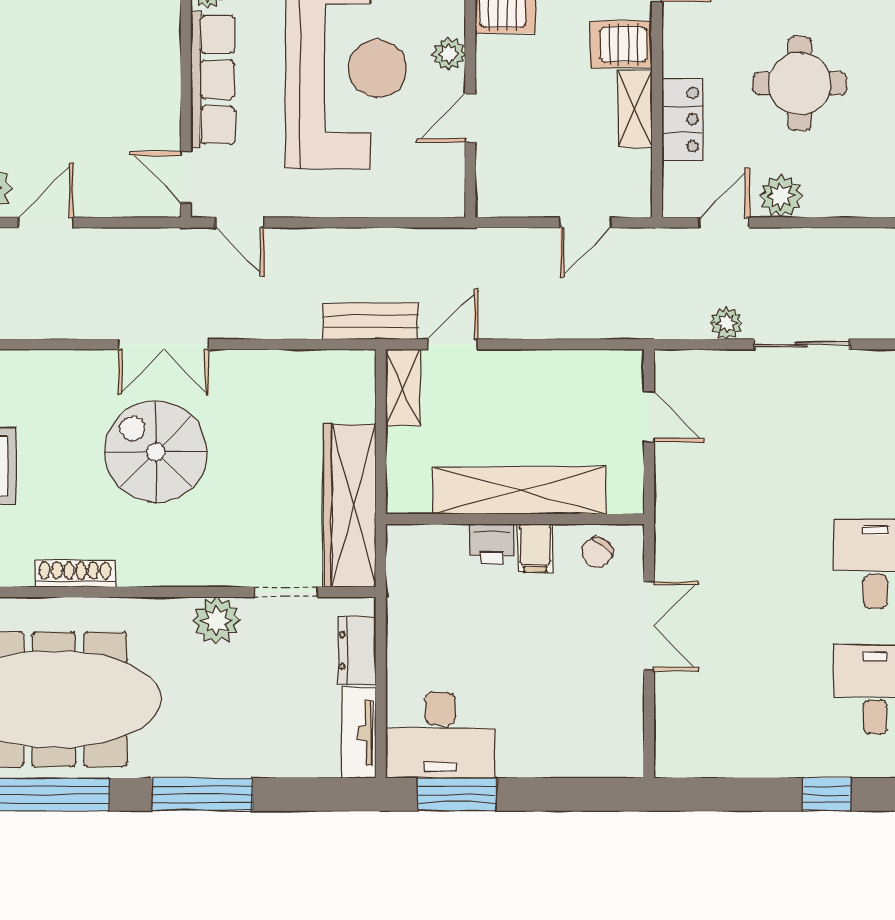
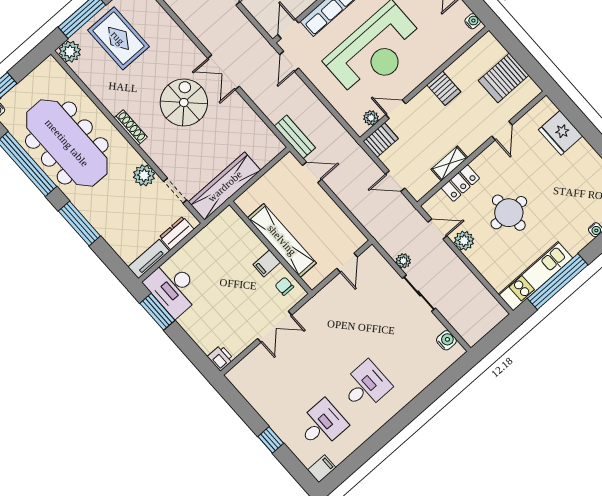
server rack: (621, 44) -> (381, 140), moved, turned 90
plant: (449, 54) -> (371, 118), moved
shelving: (403, 387) -> (282, 168), removed
printer: (492, 544) -> (221, 358), moved, turned 180
chair: (597, 552) -> (284, 286), turned 49
shoe rack: (75, 574) -> (131, 127), moved

